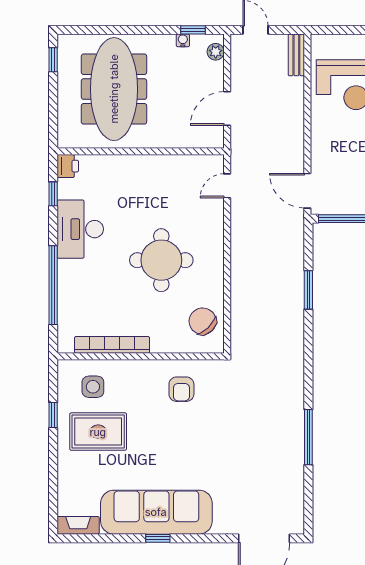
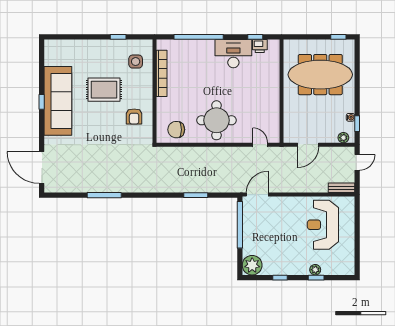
door: (227, 109) -> (308, 145), swing flipped
printer: (68, 166) -> (260, 46), moved
round table: (161, 260) -> (216, 120), moved
chair: (203, 321) -> (176, 130), turned -136
armchair: (181, 389) -> (134, 116), turned -90
rug: (98, 432) -> (104, 90), moved, turned 90
fireplace: (78, 525) -> (50, 52), removed

